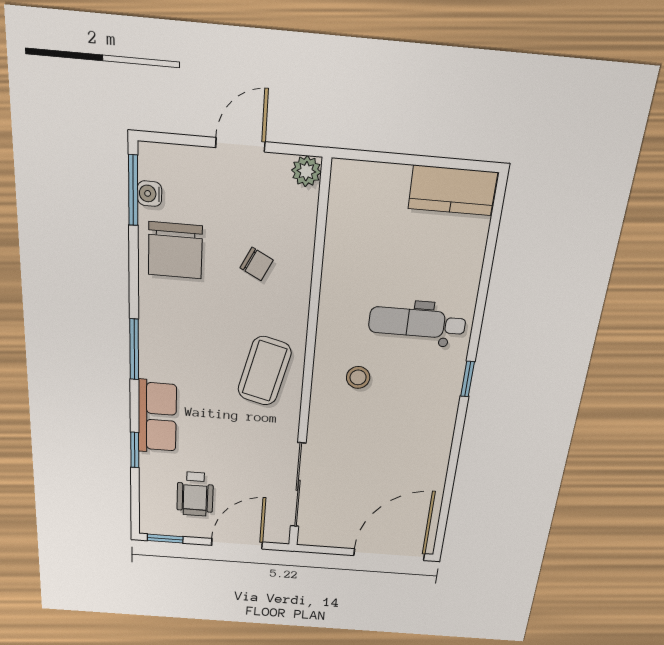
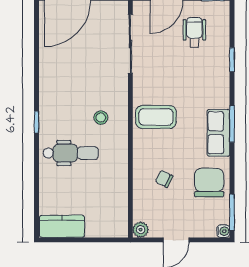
water cooler: (150, 194) -> (223, 231), moved
coffee table: (264, 371) -> (156, 117), turned 76
row of seats: (157, 417) -> (218, 133), moved

